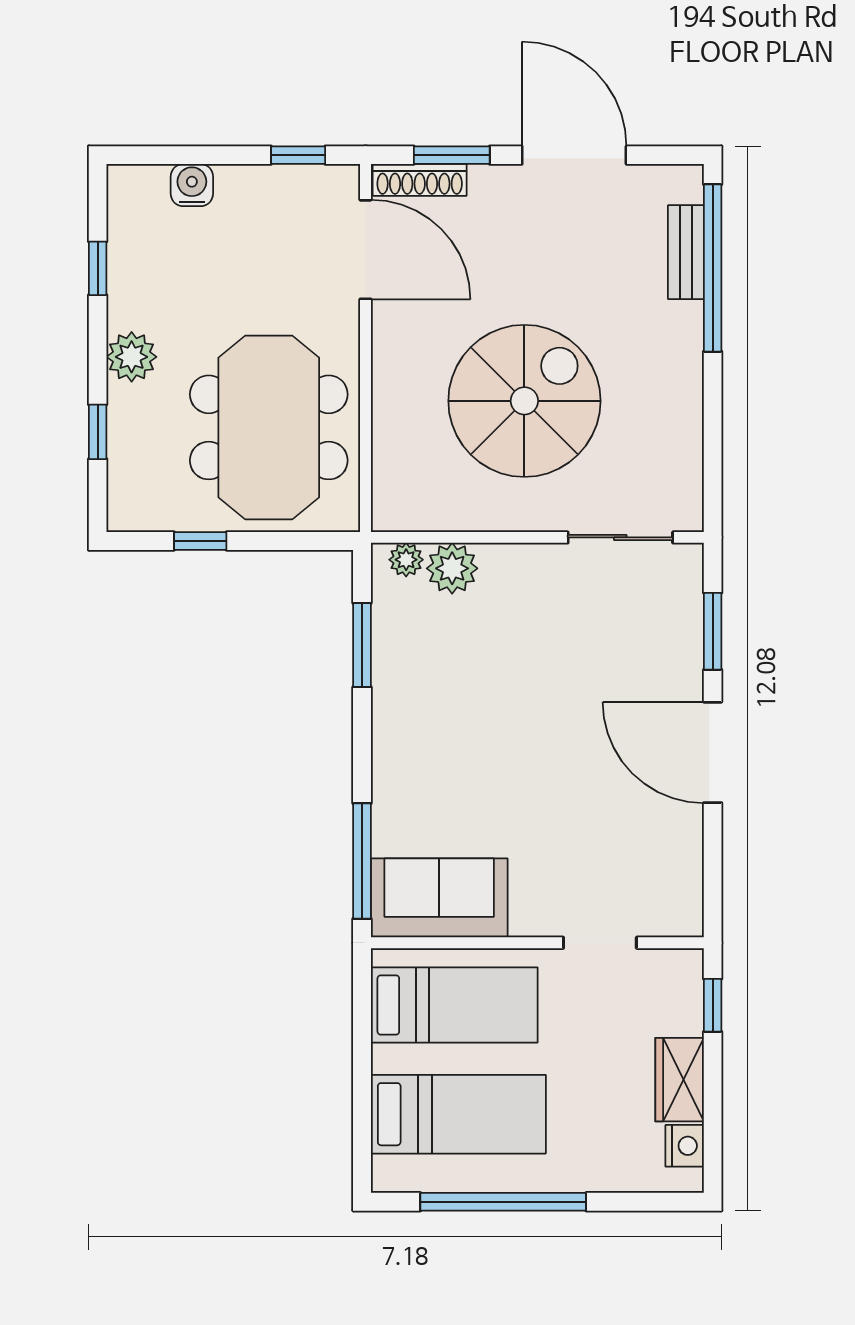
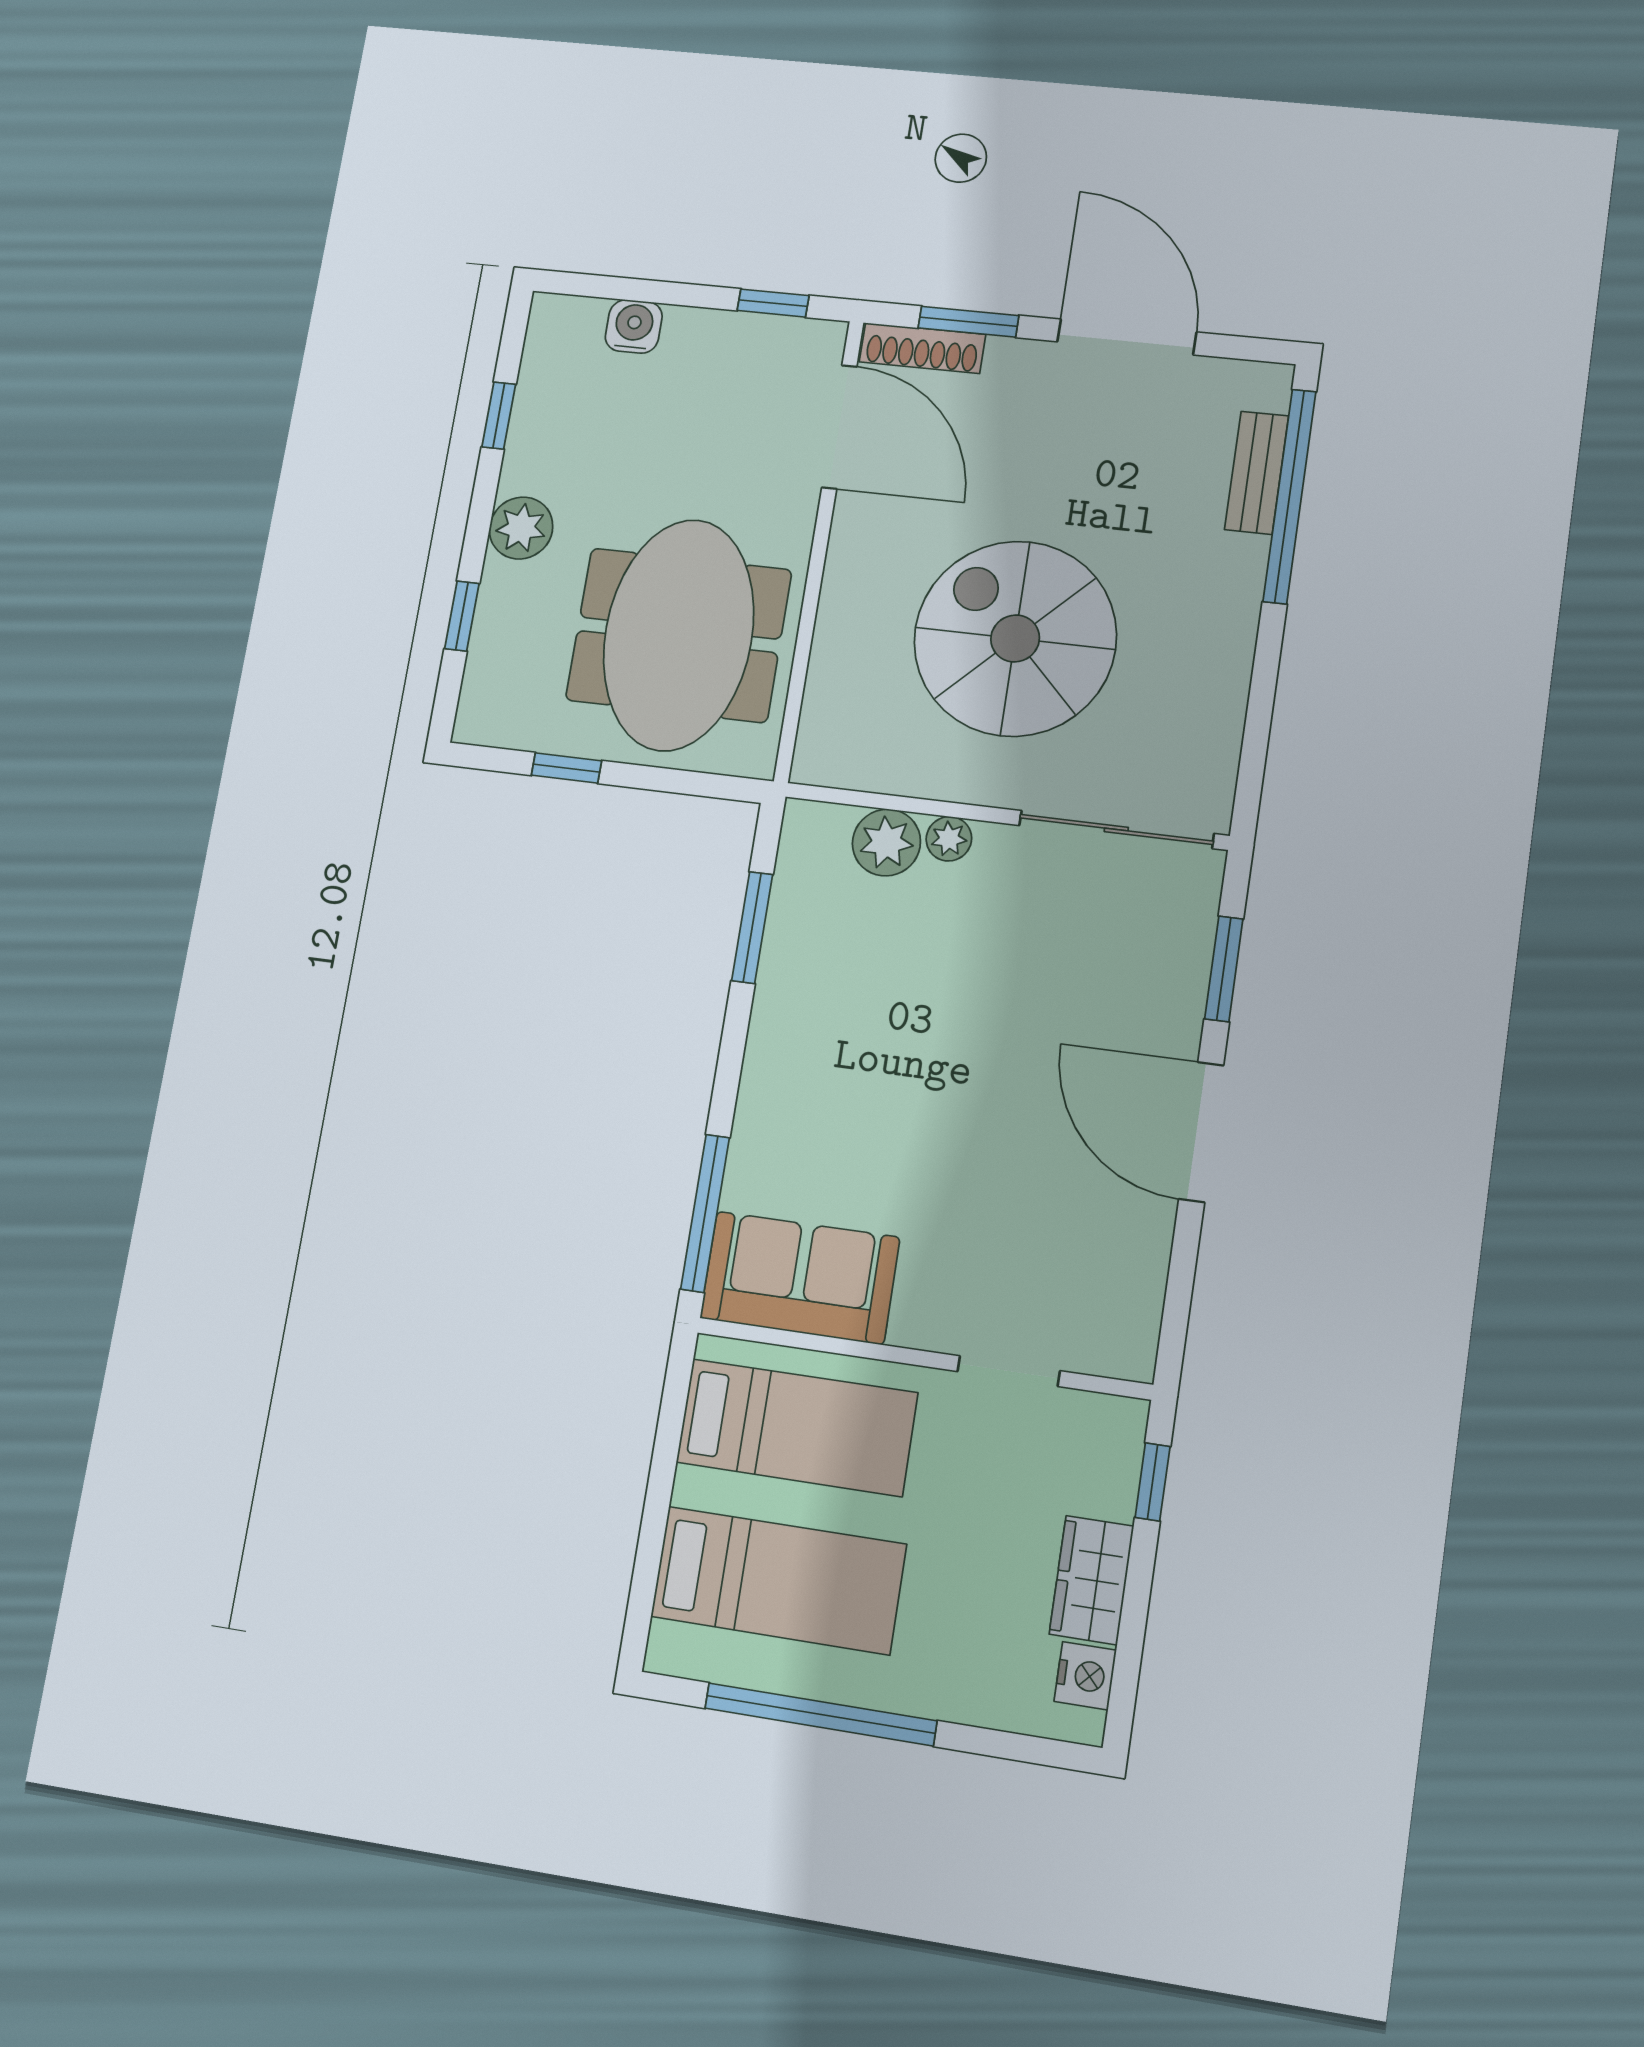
spiral stairs: (524, 401) -> (1015, 638), turned -90
sliding door: (620, 537) -> (1116, 829), width x1.37
plant: (406, 560) -> (949, 839), moved

